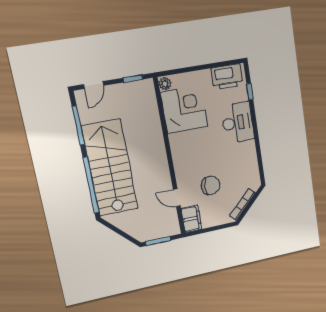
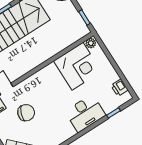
printer: (227, 77) -> (120, 88), width x0.53, depth x0.68
chair: (211, 186) -> (26, 113), turned -71

